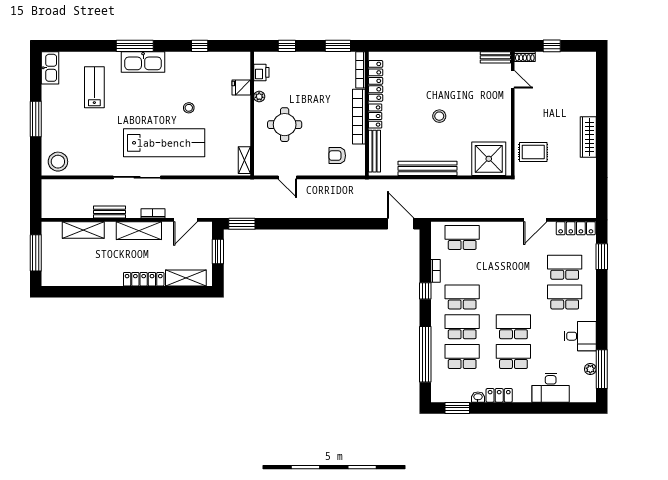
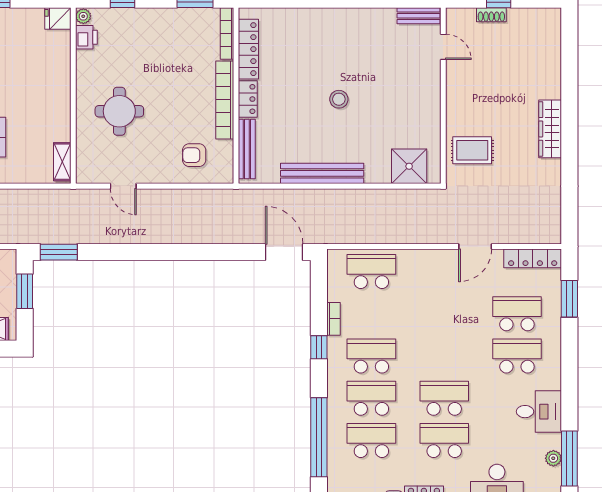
shoe rack: (525, 57) -> (491, 15), moved
fridge: (241, 87) -> (58, 18), moved
plant: (259, 97) -> (83, 16), moved
shower: (489, 159) -> (409, 166), width x0.73, depth x0.73

